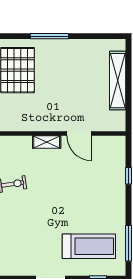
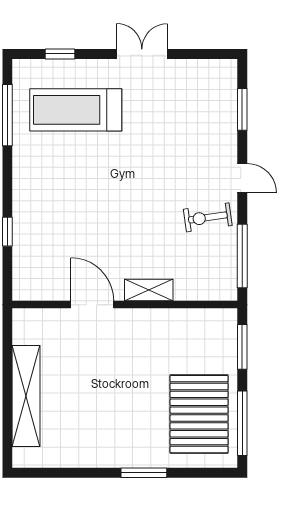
window: (49, 36) -> (144, 473), width x0.69

